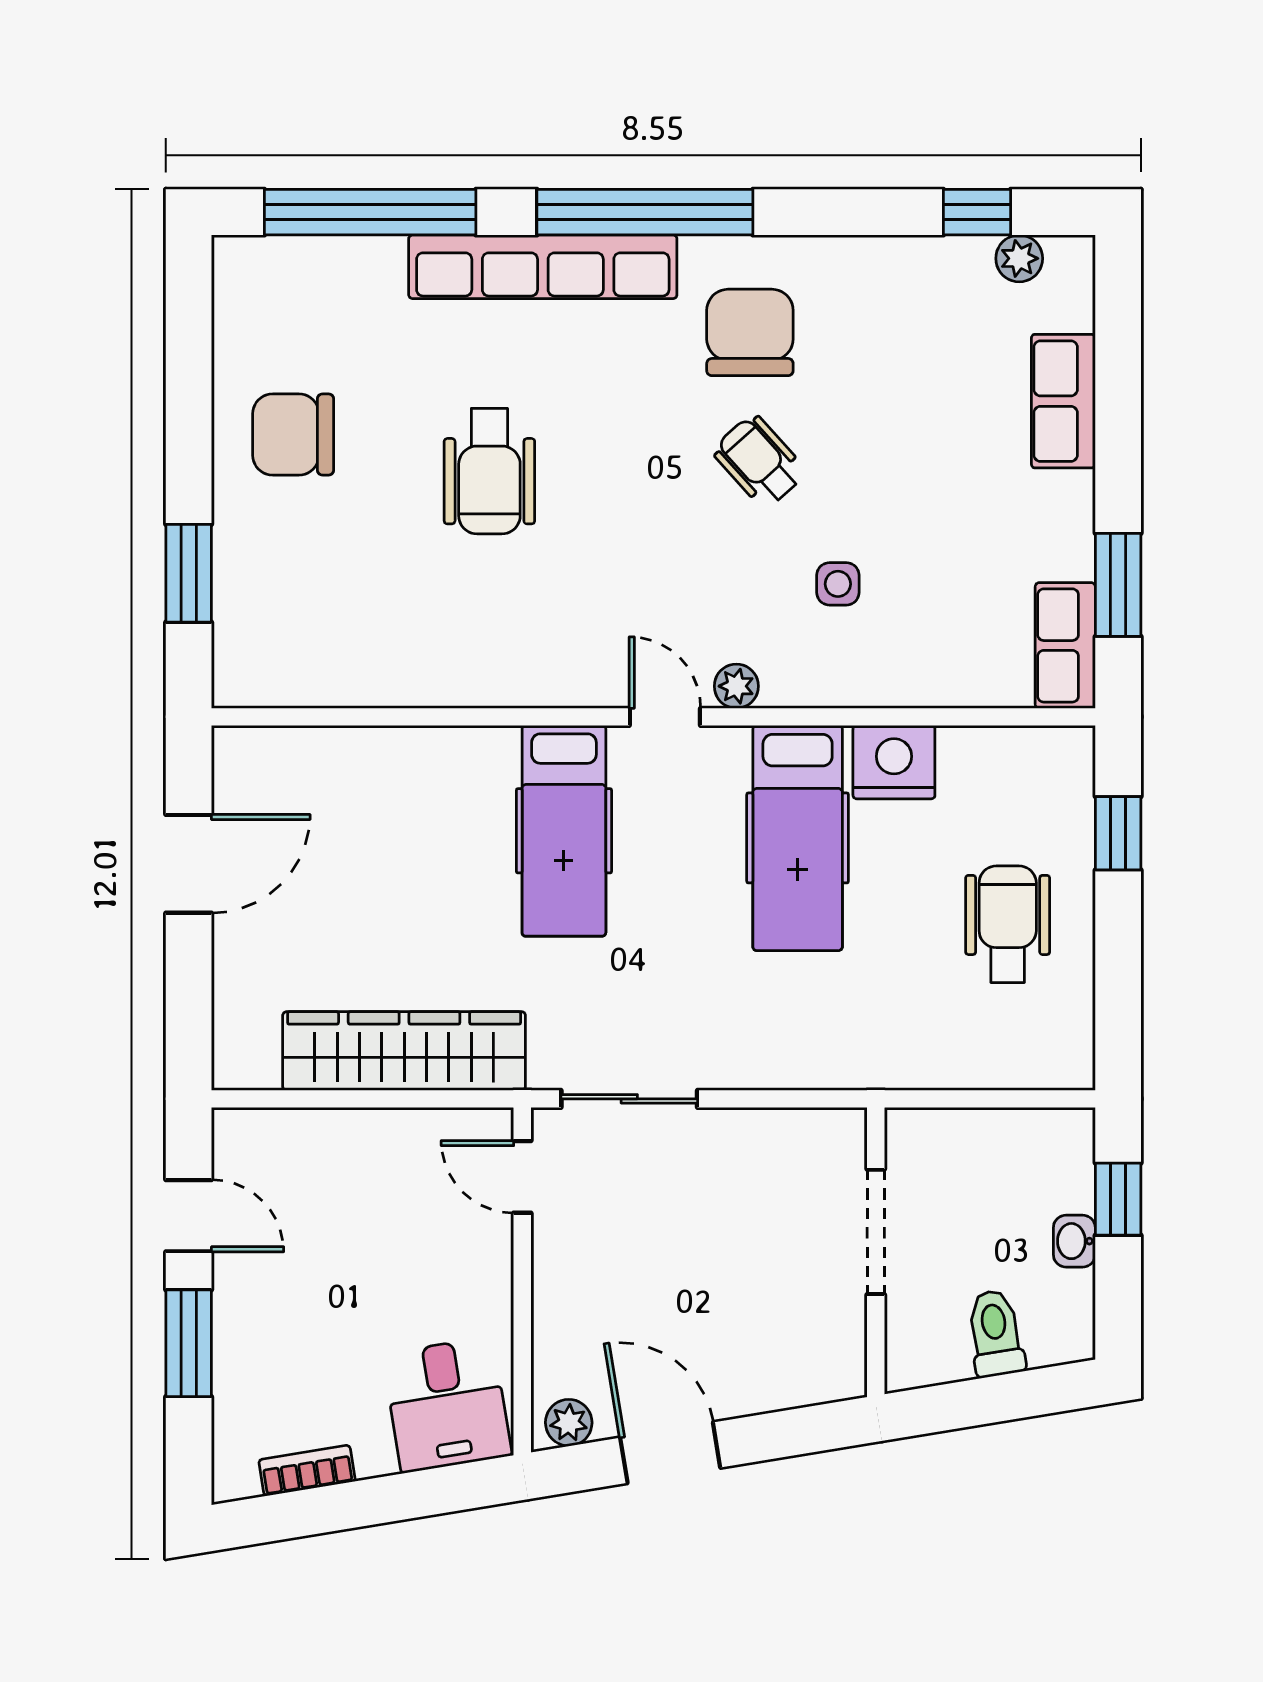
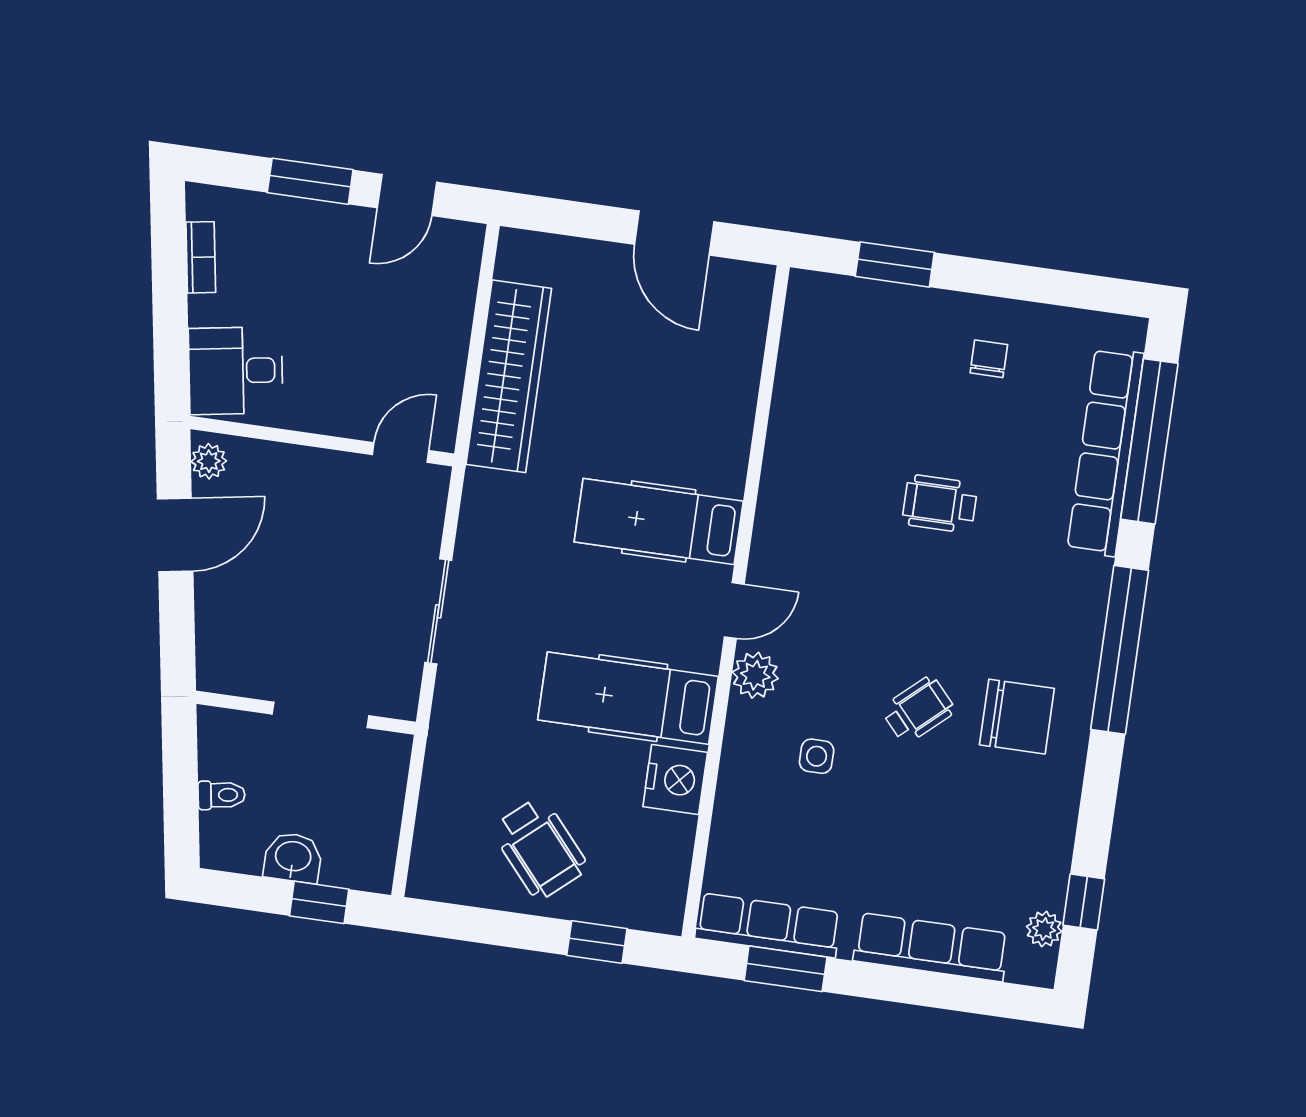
row of seats: (543, 267) -> (1106, 452), moved
row of seats: (1063, 401) -> (931, 947), width x1.48
chair: (293, 434) -> (989, 359), width x0.54, depth x0.54
wheelchair: (489, 471) -> (940, 504), width x0.73, depth x0.73
row of seats: (1065, 645) -> (768, 925), width x1.48
plant: (736, 686) -> (755, 675), width x1.38, depth x1.38
wheelchair: (1008, 924) -> (540, 848), turned 49
sliding door: (629, 1099) -> (438, 611), moved
washbasin: (1074, 1241) -> (293, 858), width x1.38, depth x1.45
toilet: (995, 1333) -> (221, 795), width x0.73, depth x0.72

